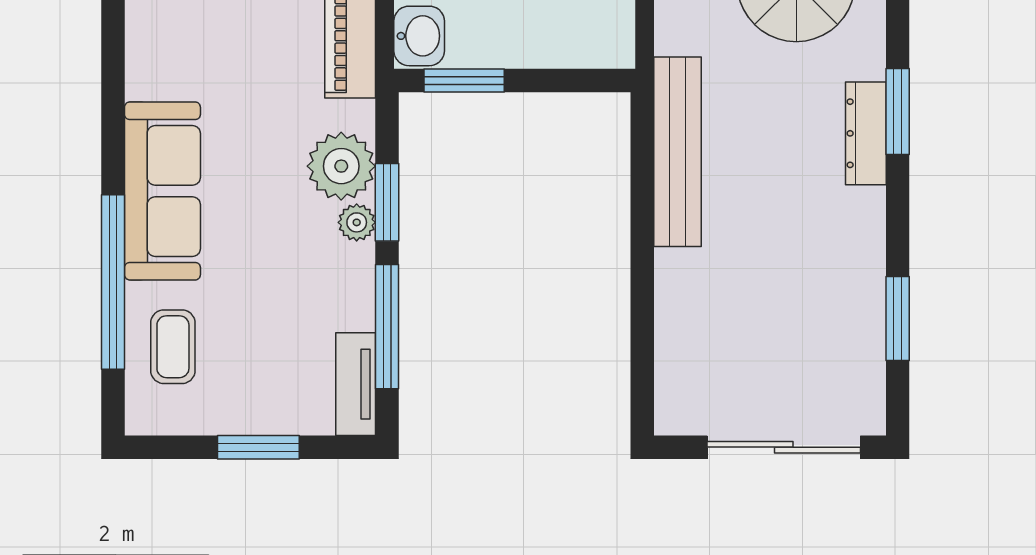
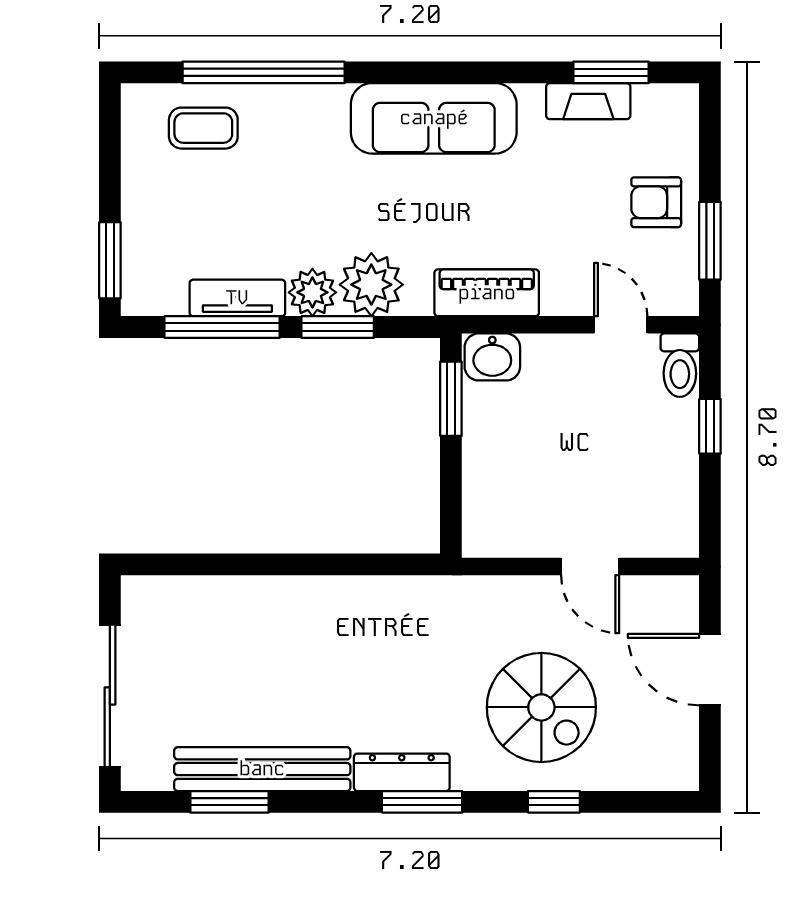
bench: (677, 152) -> (262, 769), moved
sofa: (162, 191) -> (434, 118), moved
plant: (357, 222) -> (312, 292), width x1.38, depth x1.38
tv unit: (356, 384) -> (237, 298), moved
window: (258, 447) -> (110, 260), moved

